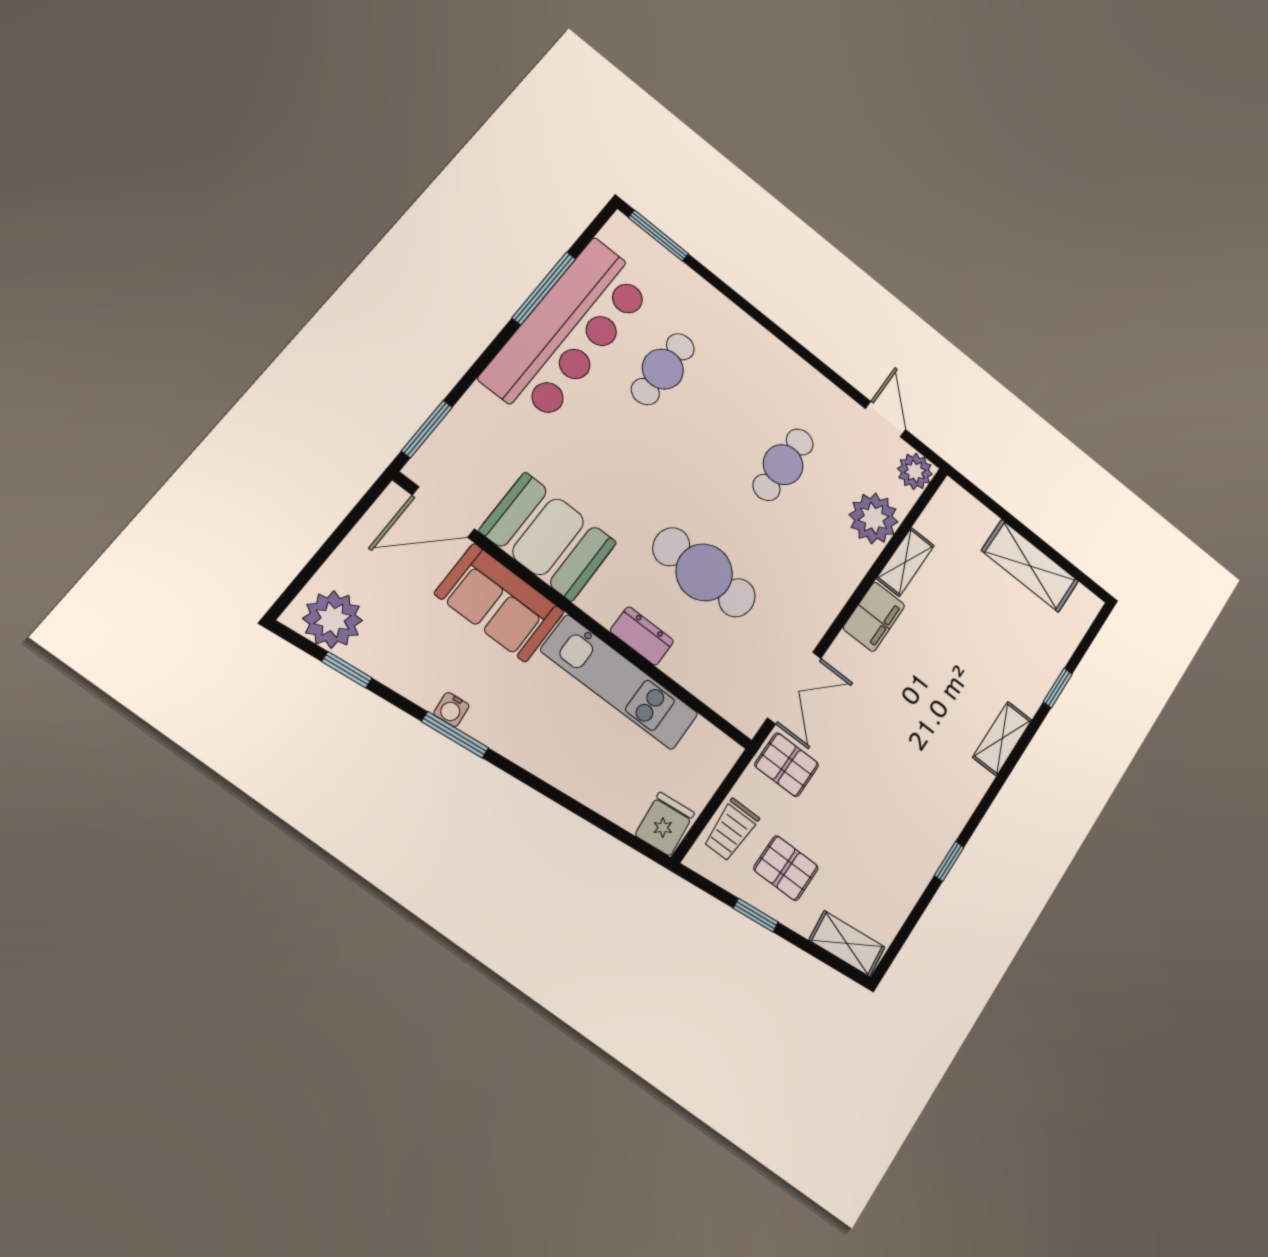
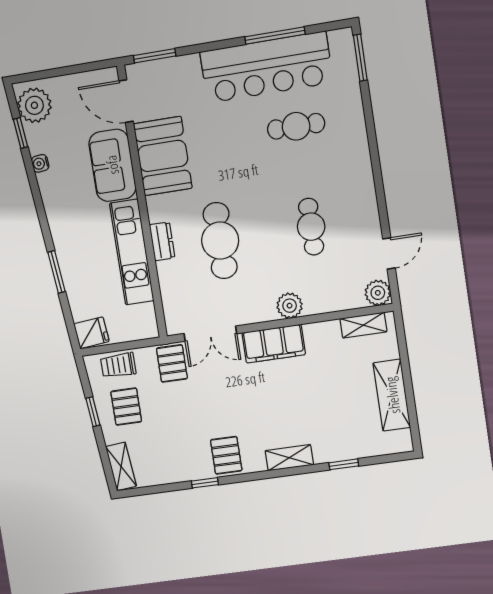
cafe table: (783, 465) -> (311, 227), turned 90
plant: (874, 518) -> (290, 306), moved, width x0.73, depth x0.73
shelving: (905, 562) -> (363, 325), moved
filing cabinet: (874, 617) -> (274, 344), width x1.50, depth x1.17
water cooler: (451, 710) -> (40, 163), moved
window: (455, 735) -> (57, 272), moved
pallet: (940, 806) -> (226, 455), added

